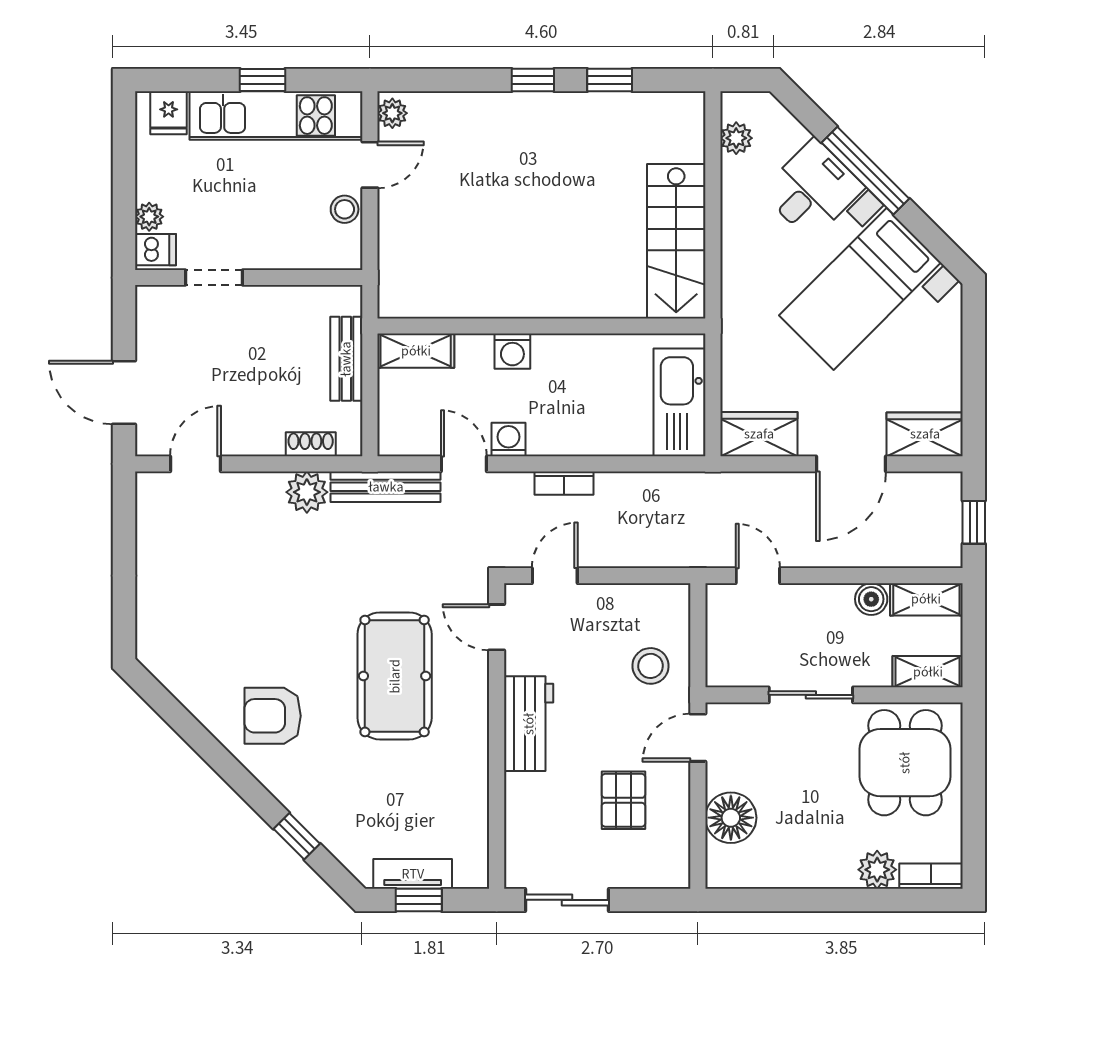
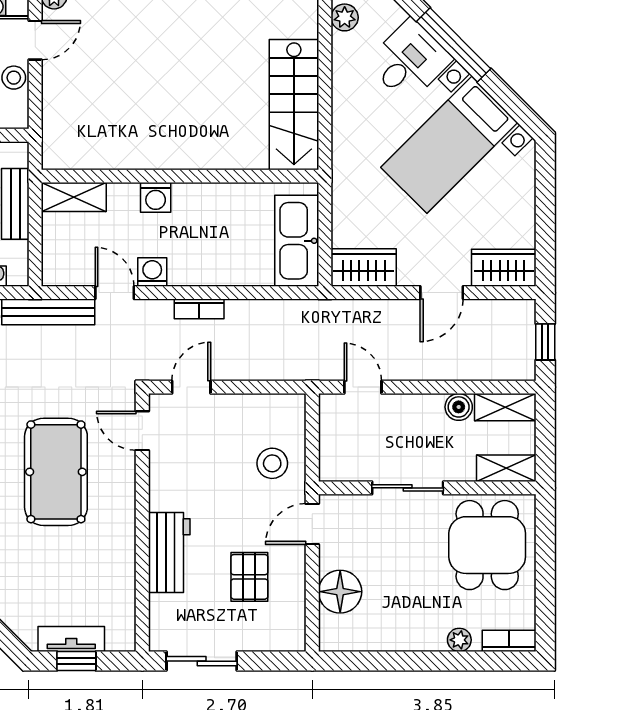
door: (851, 464) -> (442, 293), width x0.73
workbench: (529, 724) -> (169, 552), moved
plant: (877, 870) -> (459, 640), width x0.73, depth x0.73

